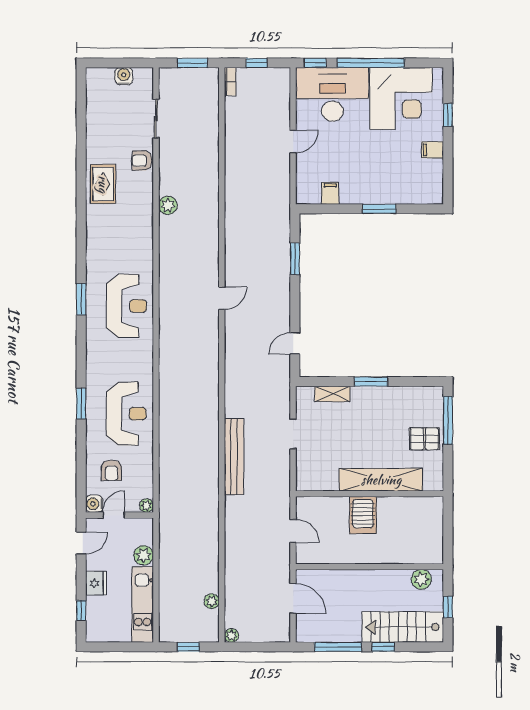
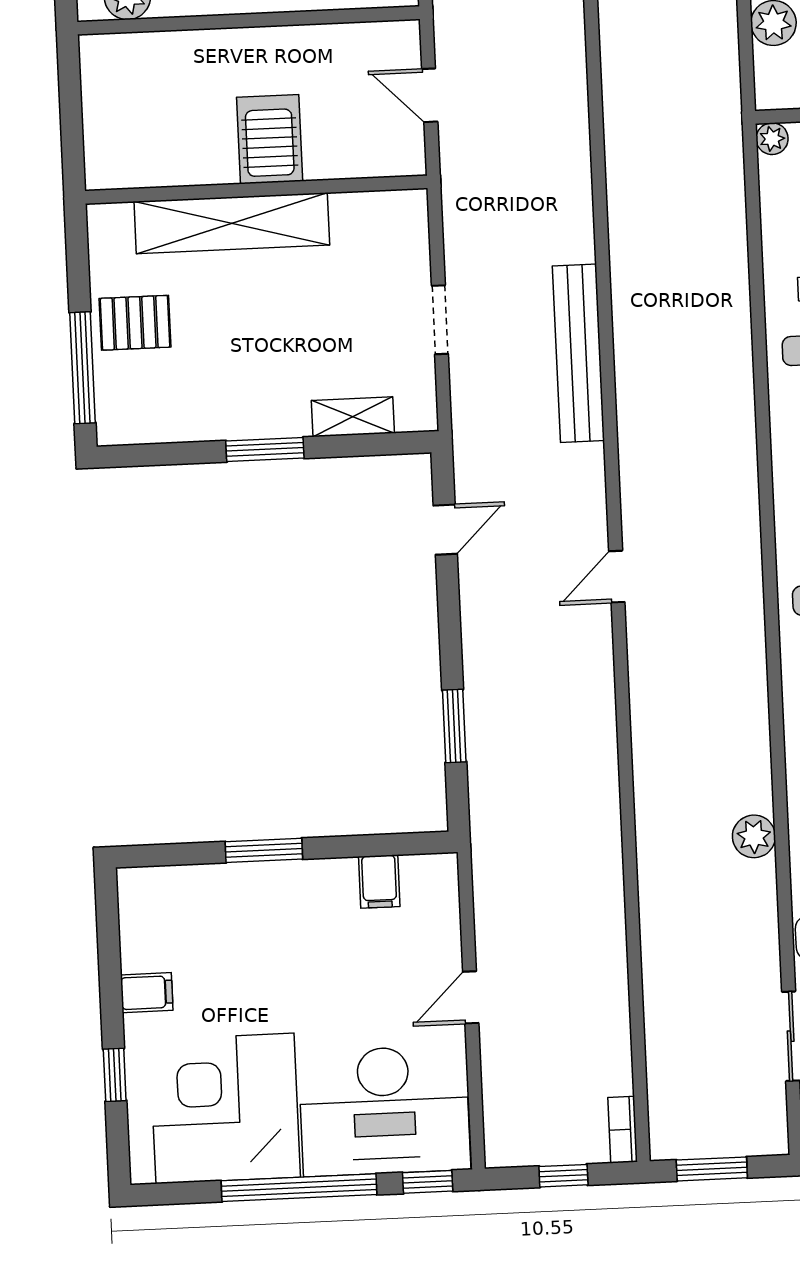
door: (222, 298) -> (617, 577), moved
bench: (234, 457) -> (578, 353), moved

